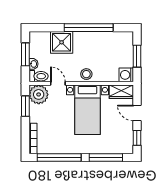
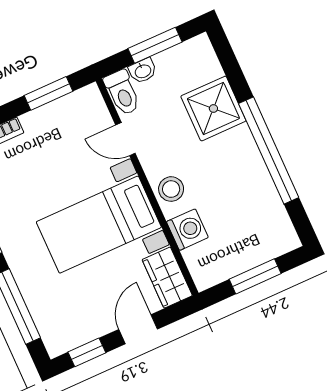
washing machine: (126, 75) -> (187, 230), moved, turned 90
door: (58, 83) -> (125, 139), swing flipped
plant: (39, 94) -> (85, 110), removed

